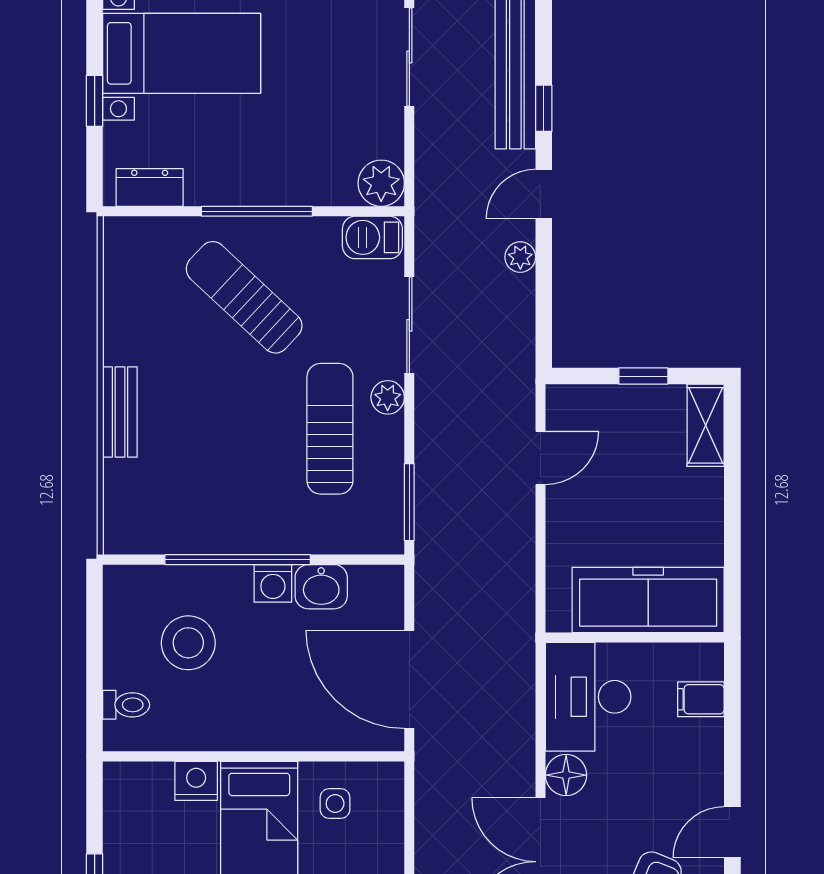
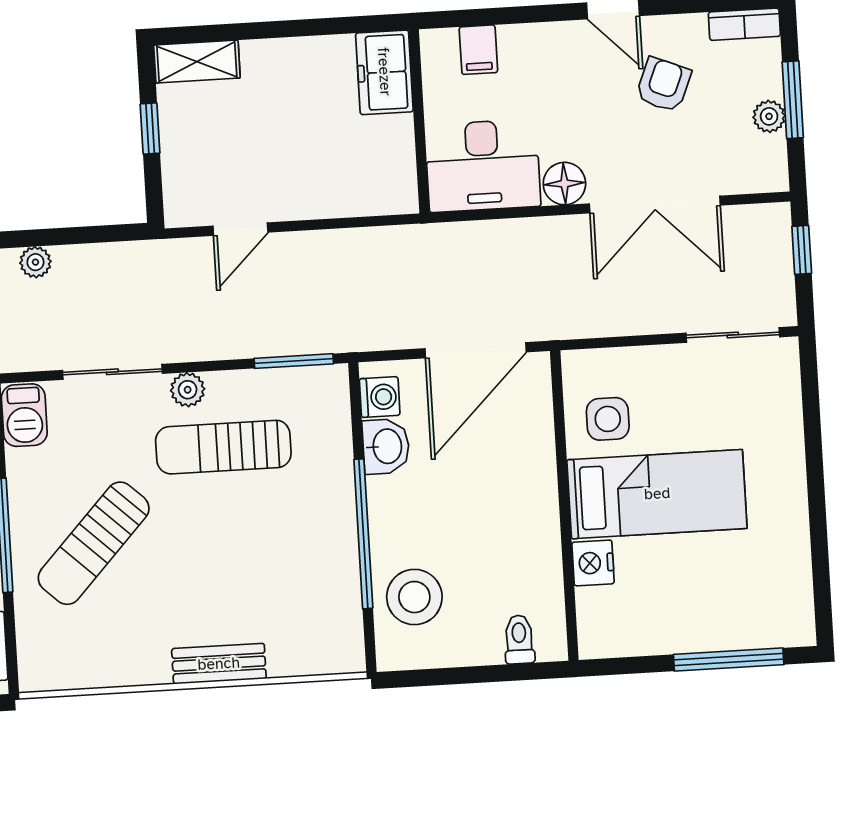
door: (540, 458) -> (240, 229), swing flipped
washing machine: (273, 583) -> (380, 397), moved
freezer: (648, 600) -> (384, 72), width x0.52, depth x0.79
stool: (188, 643) -> (414, 597), moved
side table: (335, 804) -> (608, 419), width x1.37, depth x1.37

